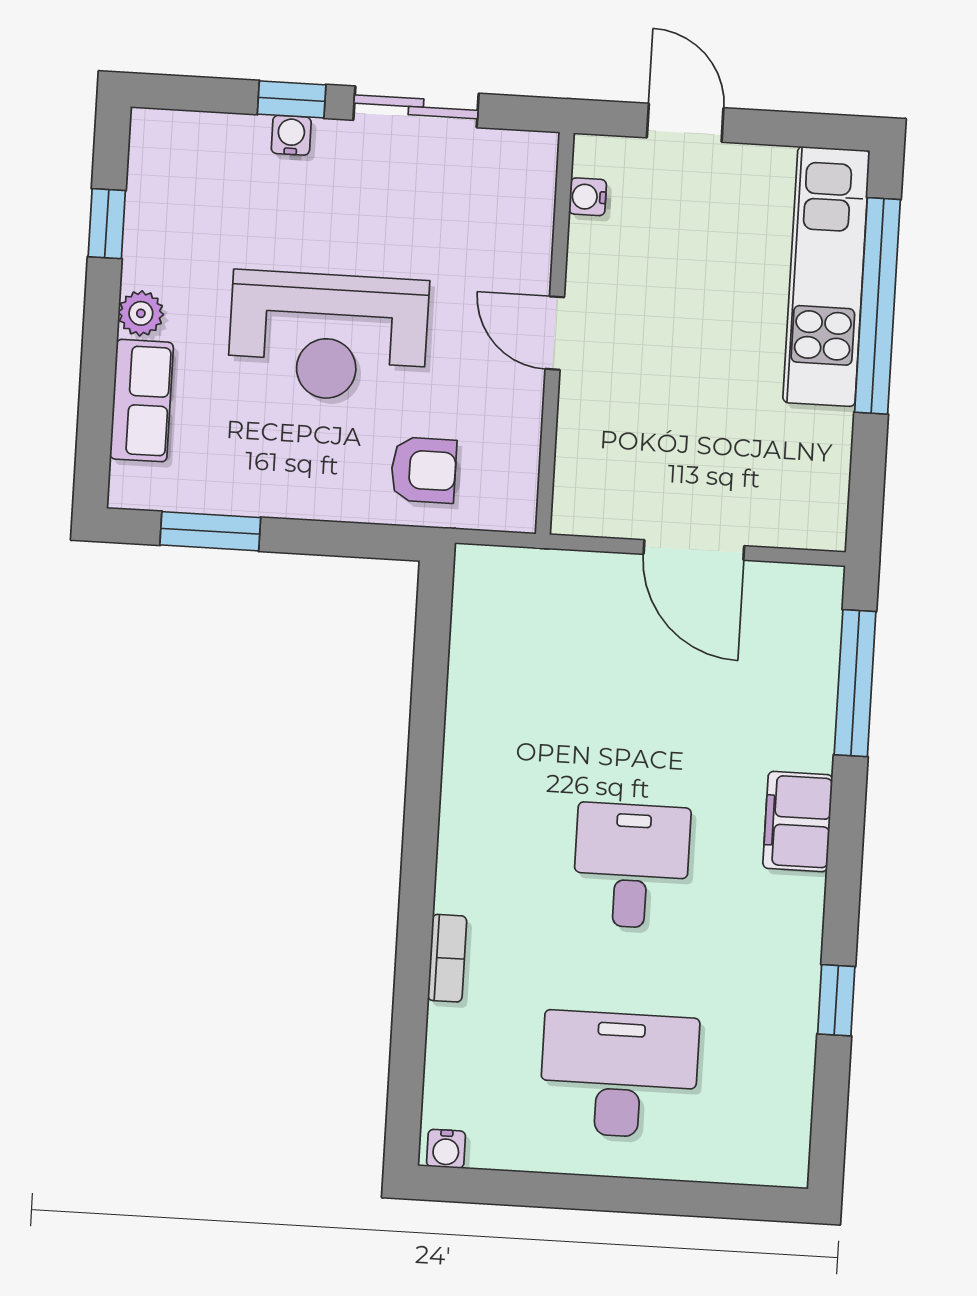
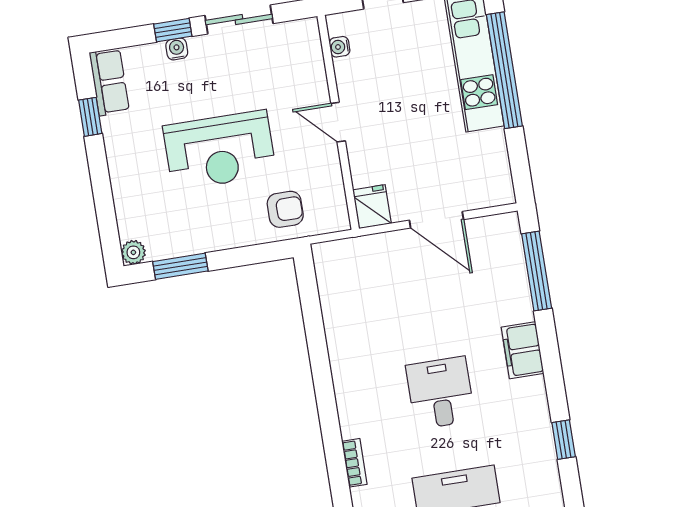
plant: (141, 313) -> (133, 252), moved
row of seats: (142, 401) -> (109, 82), moved
fridge: (582, 500) -> (372, 207), added

